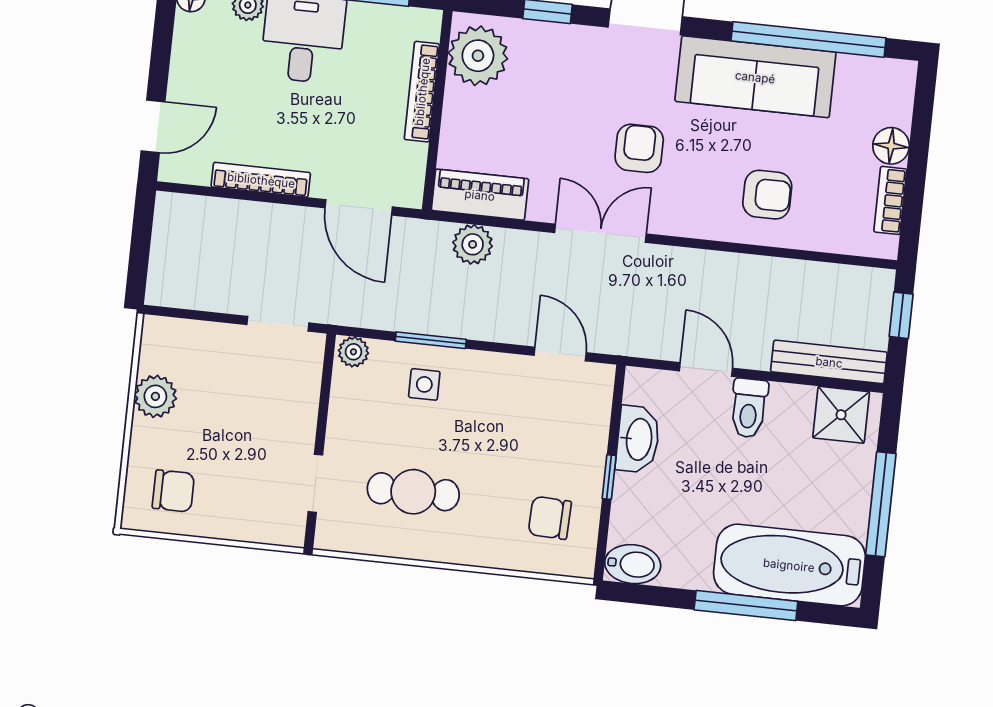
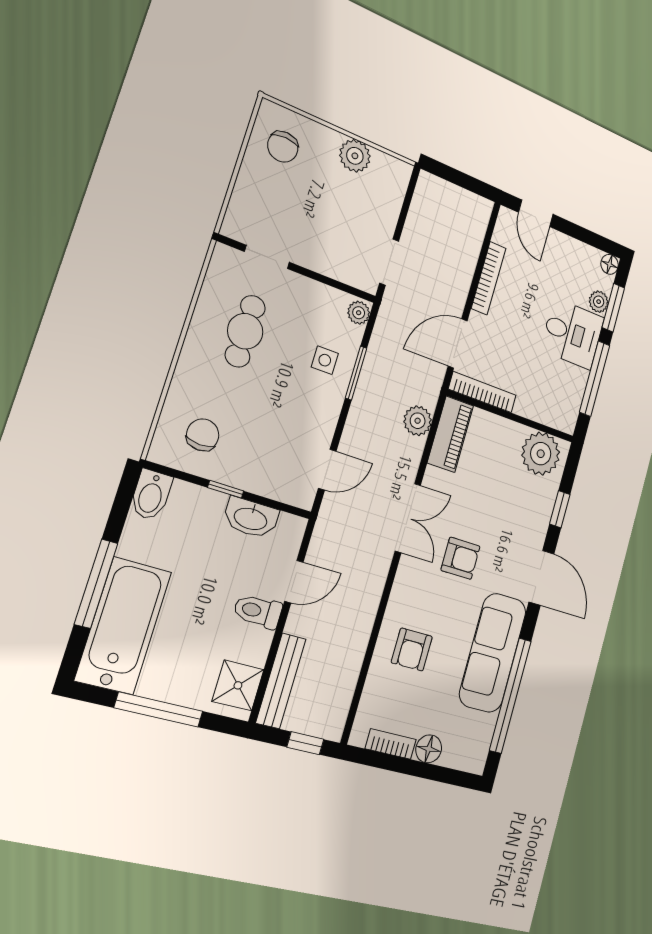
bookcase: (422, 92) -> (482, 392), moved

